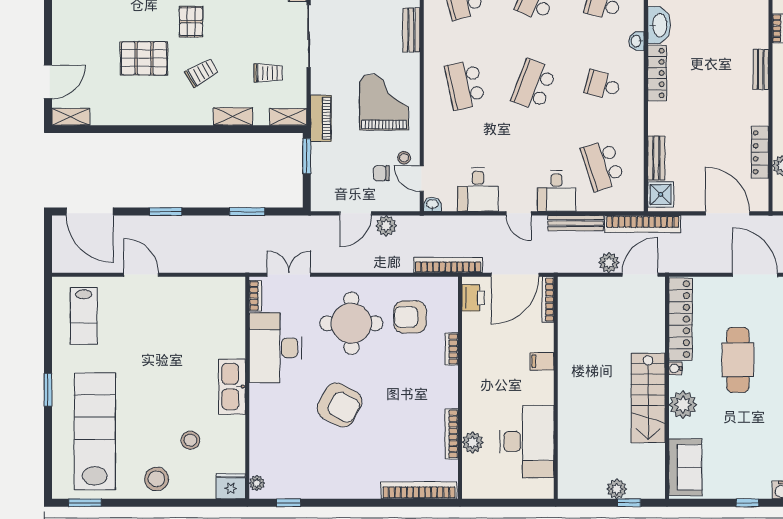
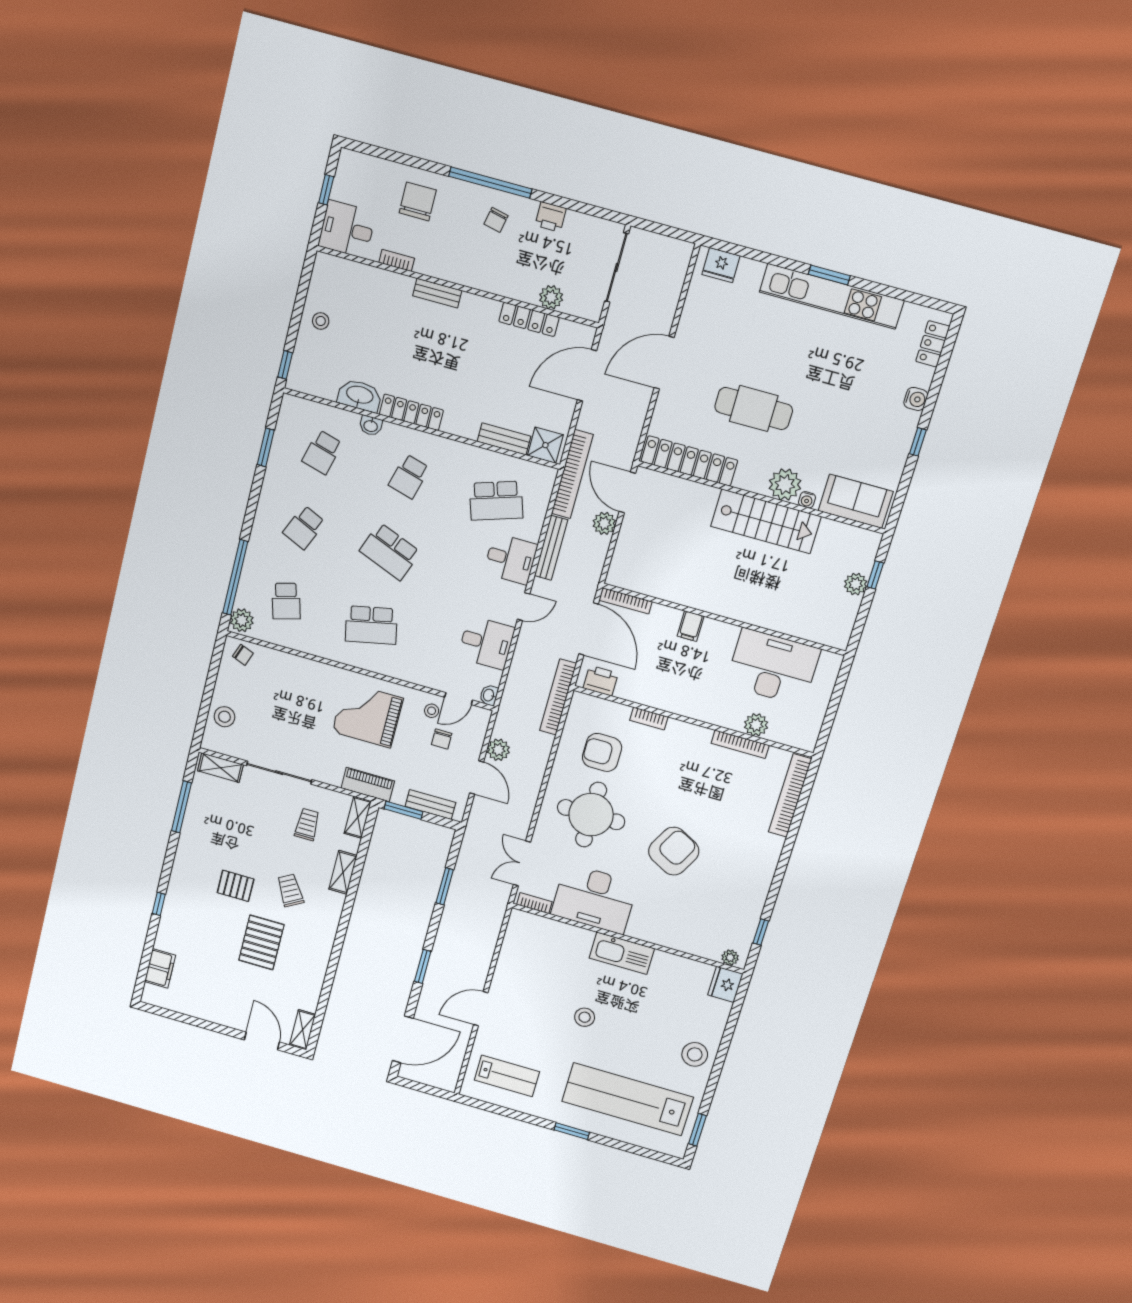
bench: (411, 30) -> (430, 804), moved
armchair: (410, 317) -> (602, 752), turned 90
water cooler: (675, 368) -> (807, 500), moved
stool: (190, 440) -> (585, 1017), moved

